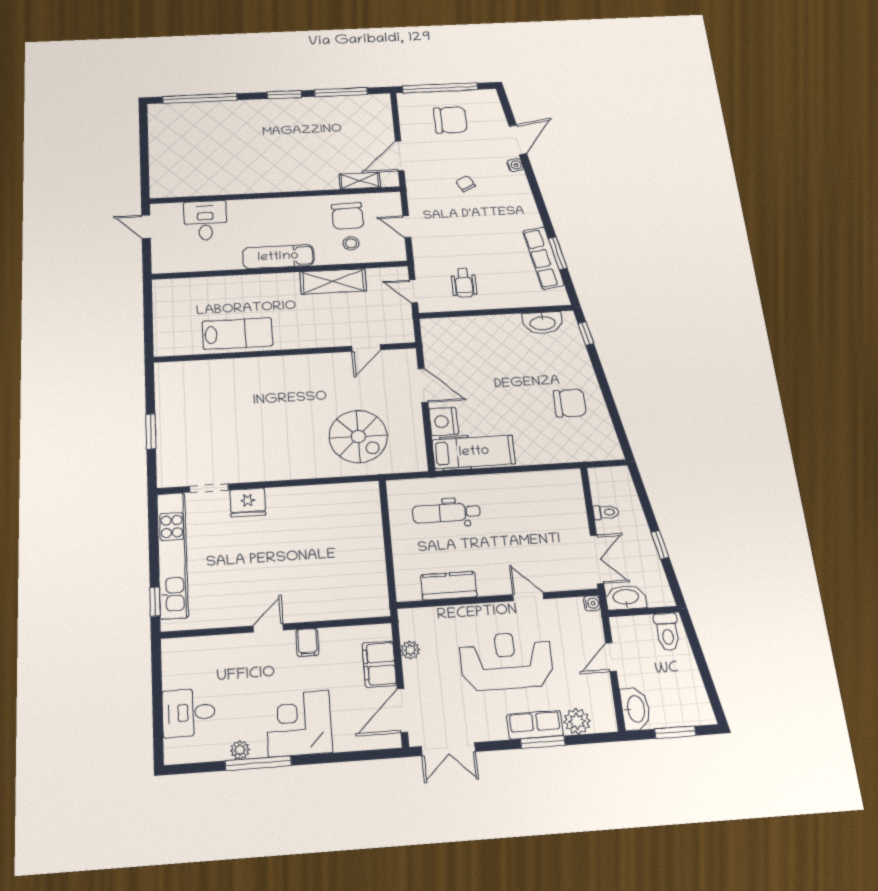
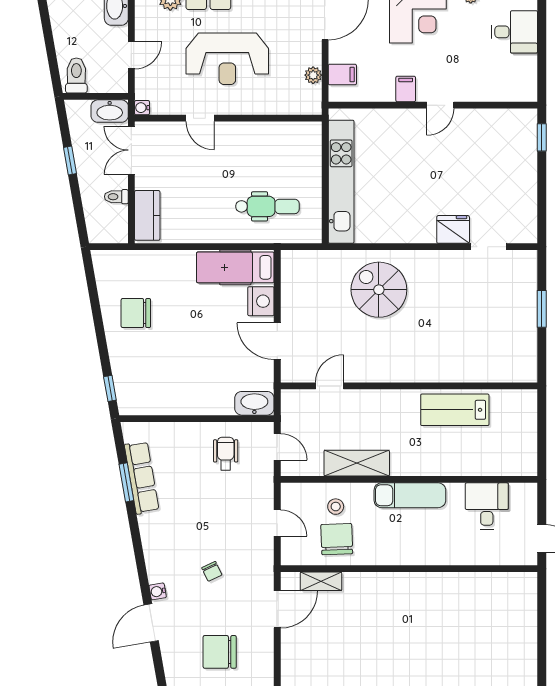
desk: (205, 220) -> (487, 506), moved, turned 180
washbasin: (543, 323) -> (254, 403), moved
spiral stairs: (358, 436) -> (379, 290), moved
kitchen unit: (172, 555) -> (341, 182), moved, turned 180
kitchen counter: (449, 586) -> (147, 215), moved, turned -90
filing cabinet: (379, 664) -> (342, 75), width x0.50

